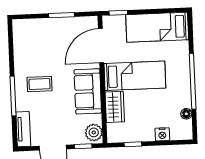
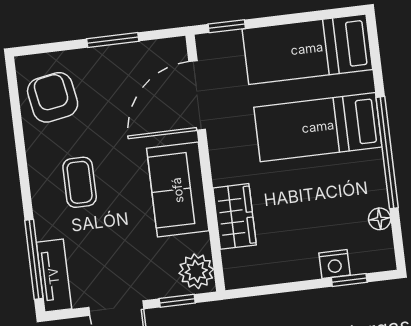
armchair: (29, 41) -> (53, 97), added
bed: (135, 76) -> (318, 127), moved, turned 180
coffee table: (40, 84) -> (80, 182), turned 90
window: (13, 96) -> (34, 259), moved
window: (133, 144) -> (349, 280), moved

